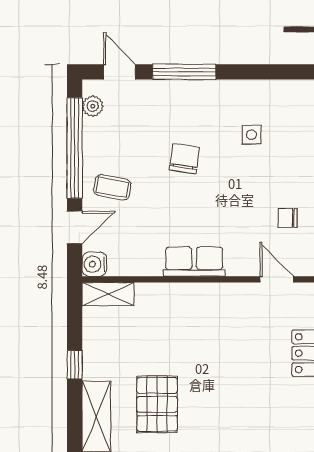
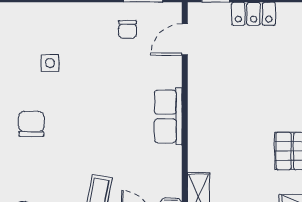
chair: (184, 159) -> (31, 124), moved, turned 82

